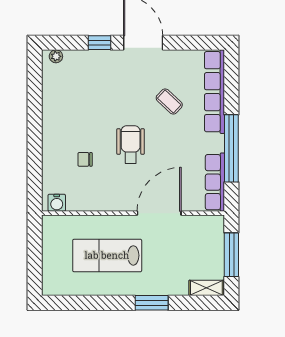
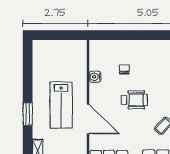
water cooler: (57, 203) -> (95, 77), moved
lab bench: (107, 255) -> (61, 105), moved, turned 180

